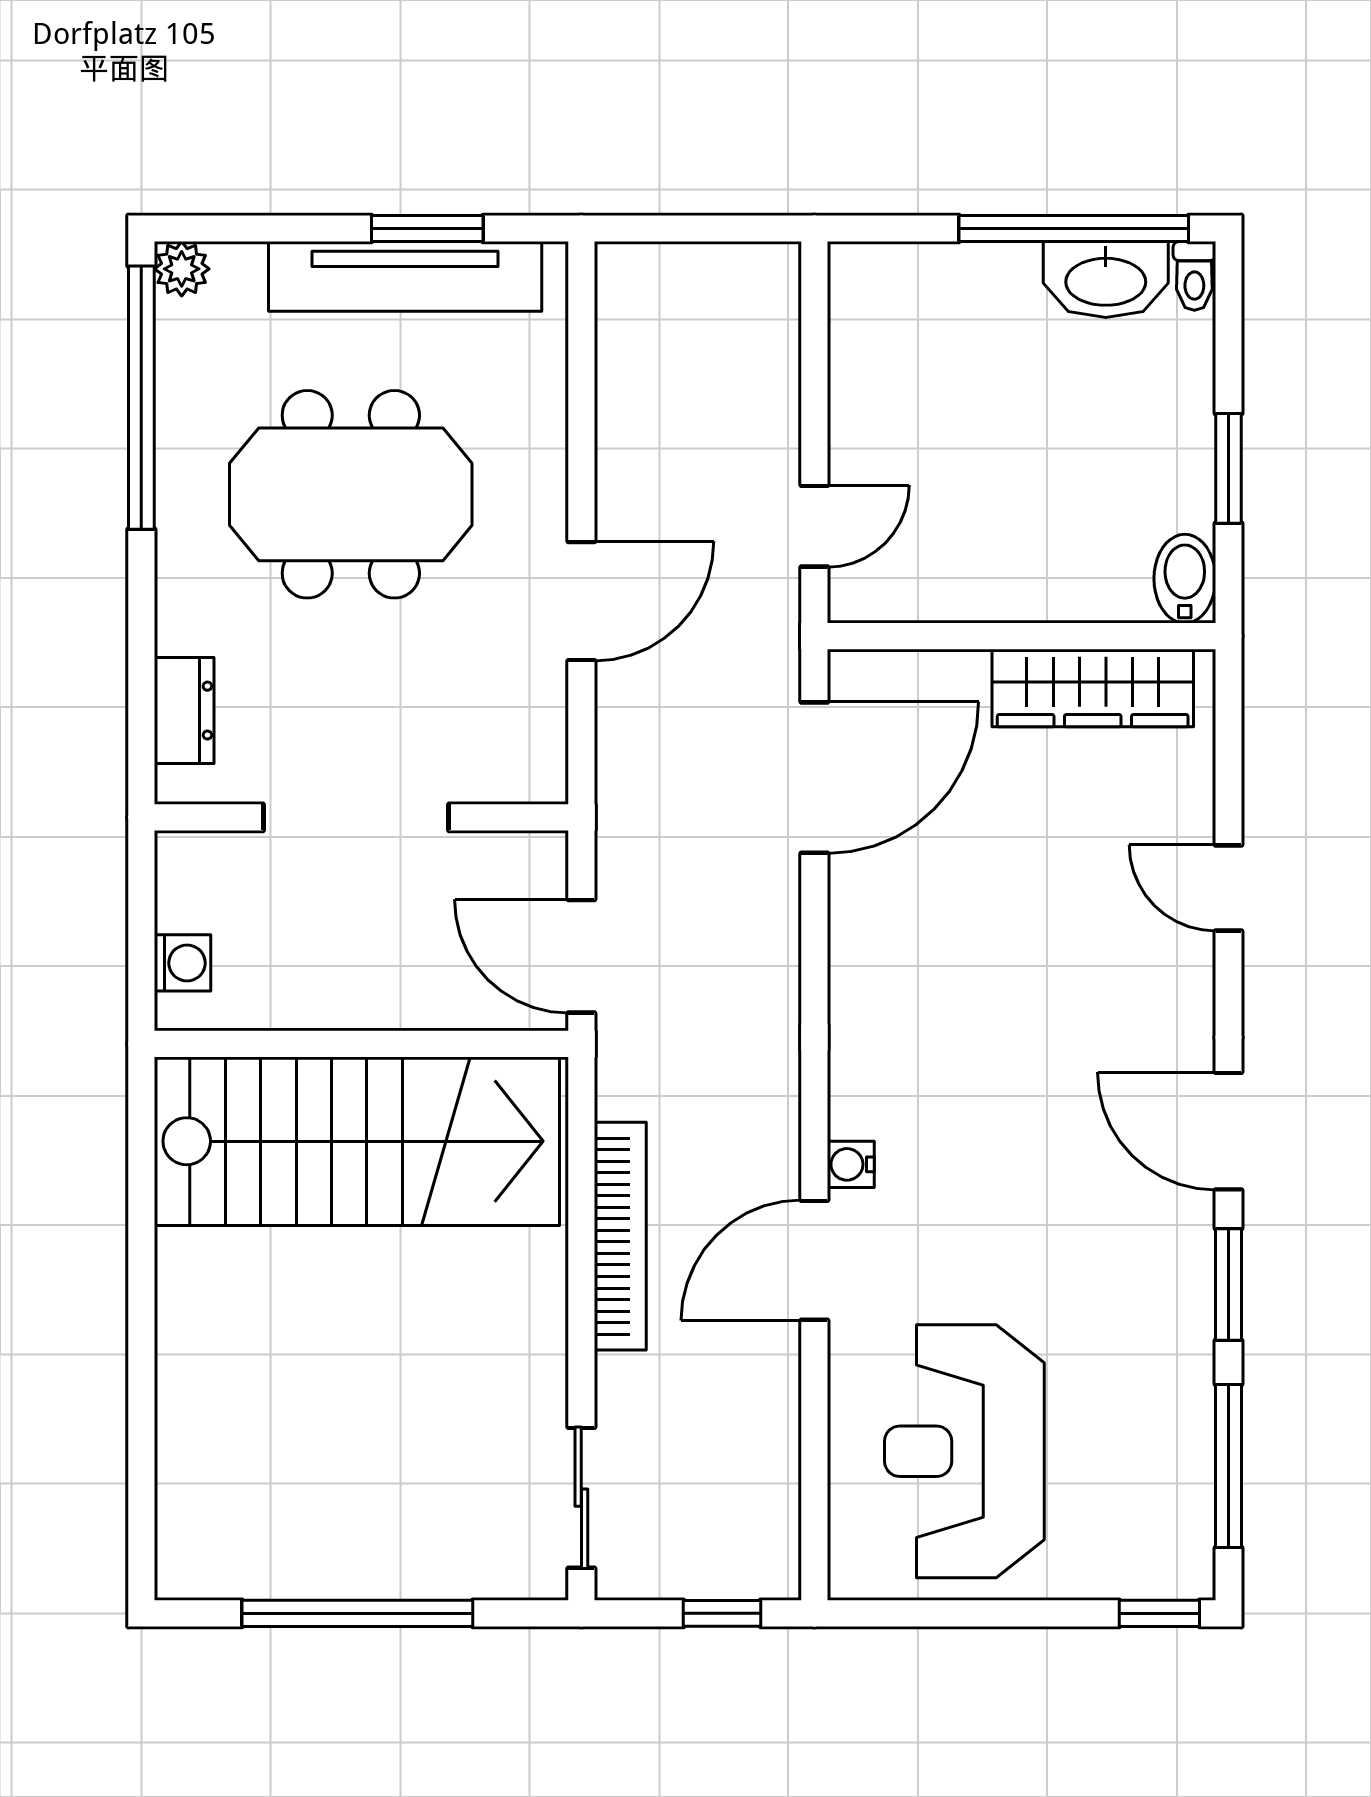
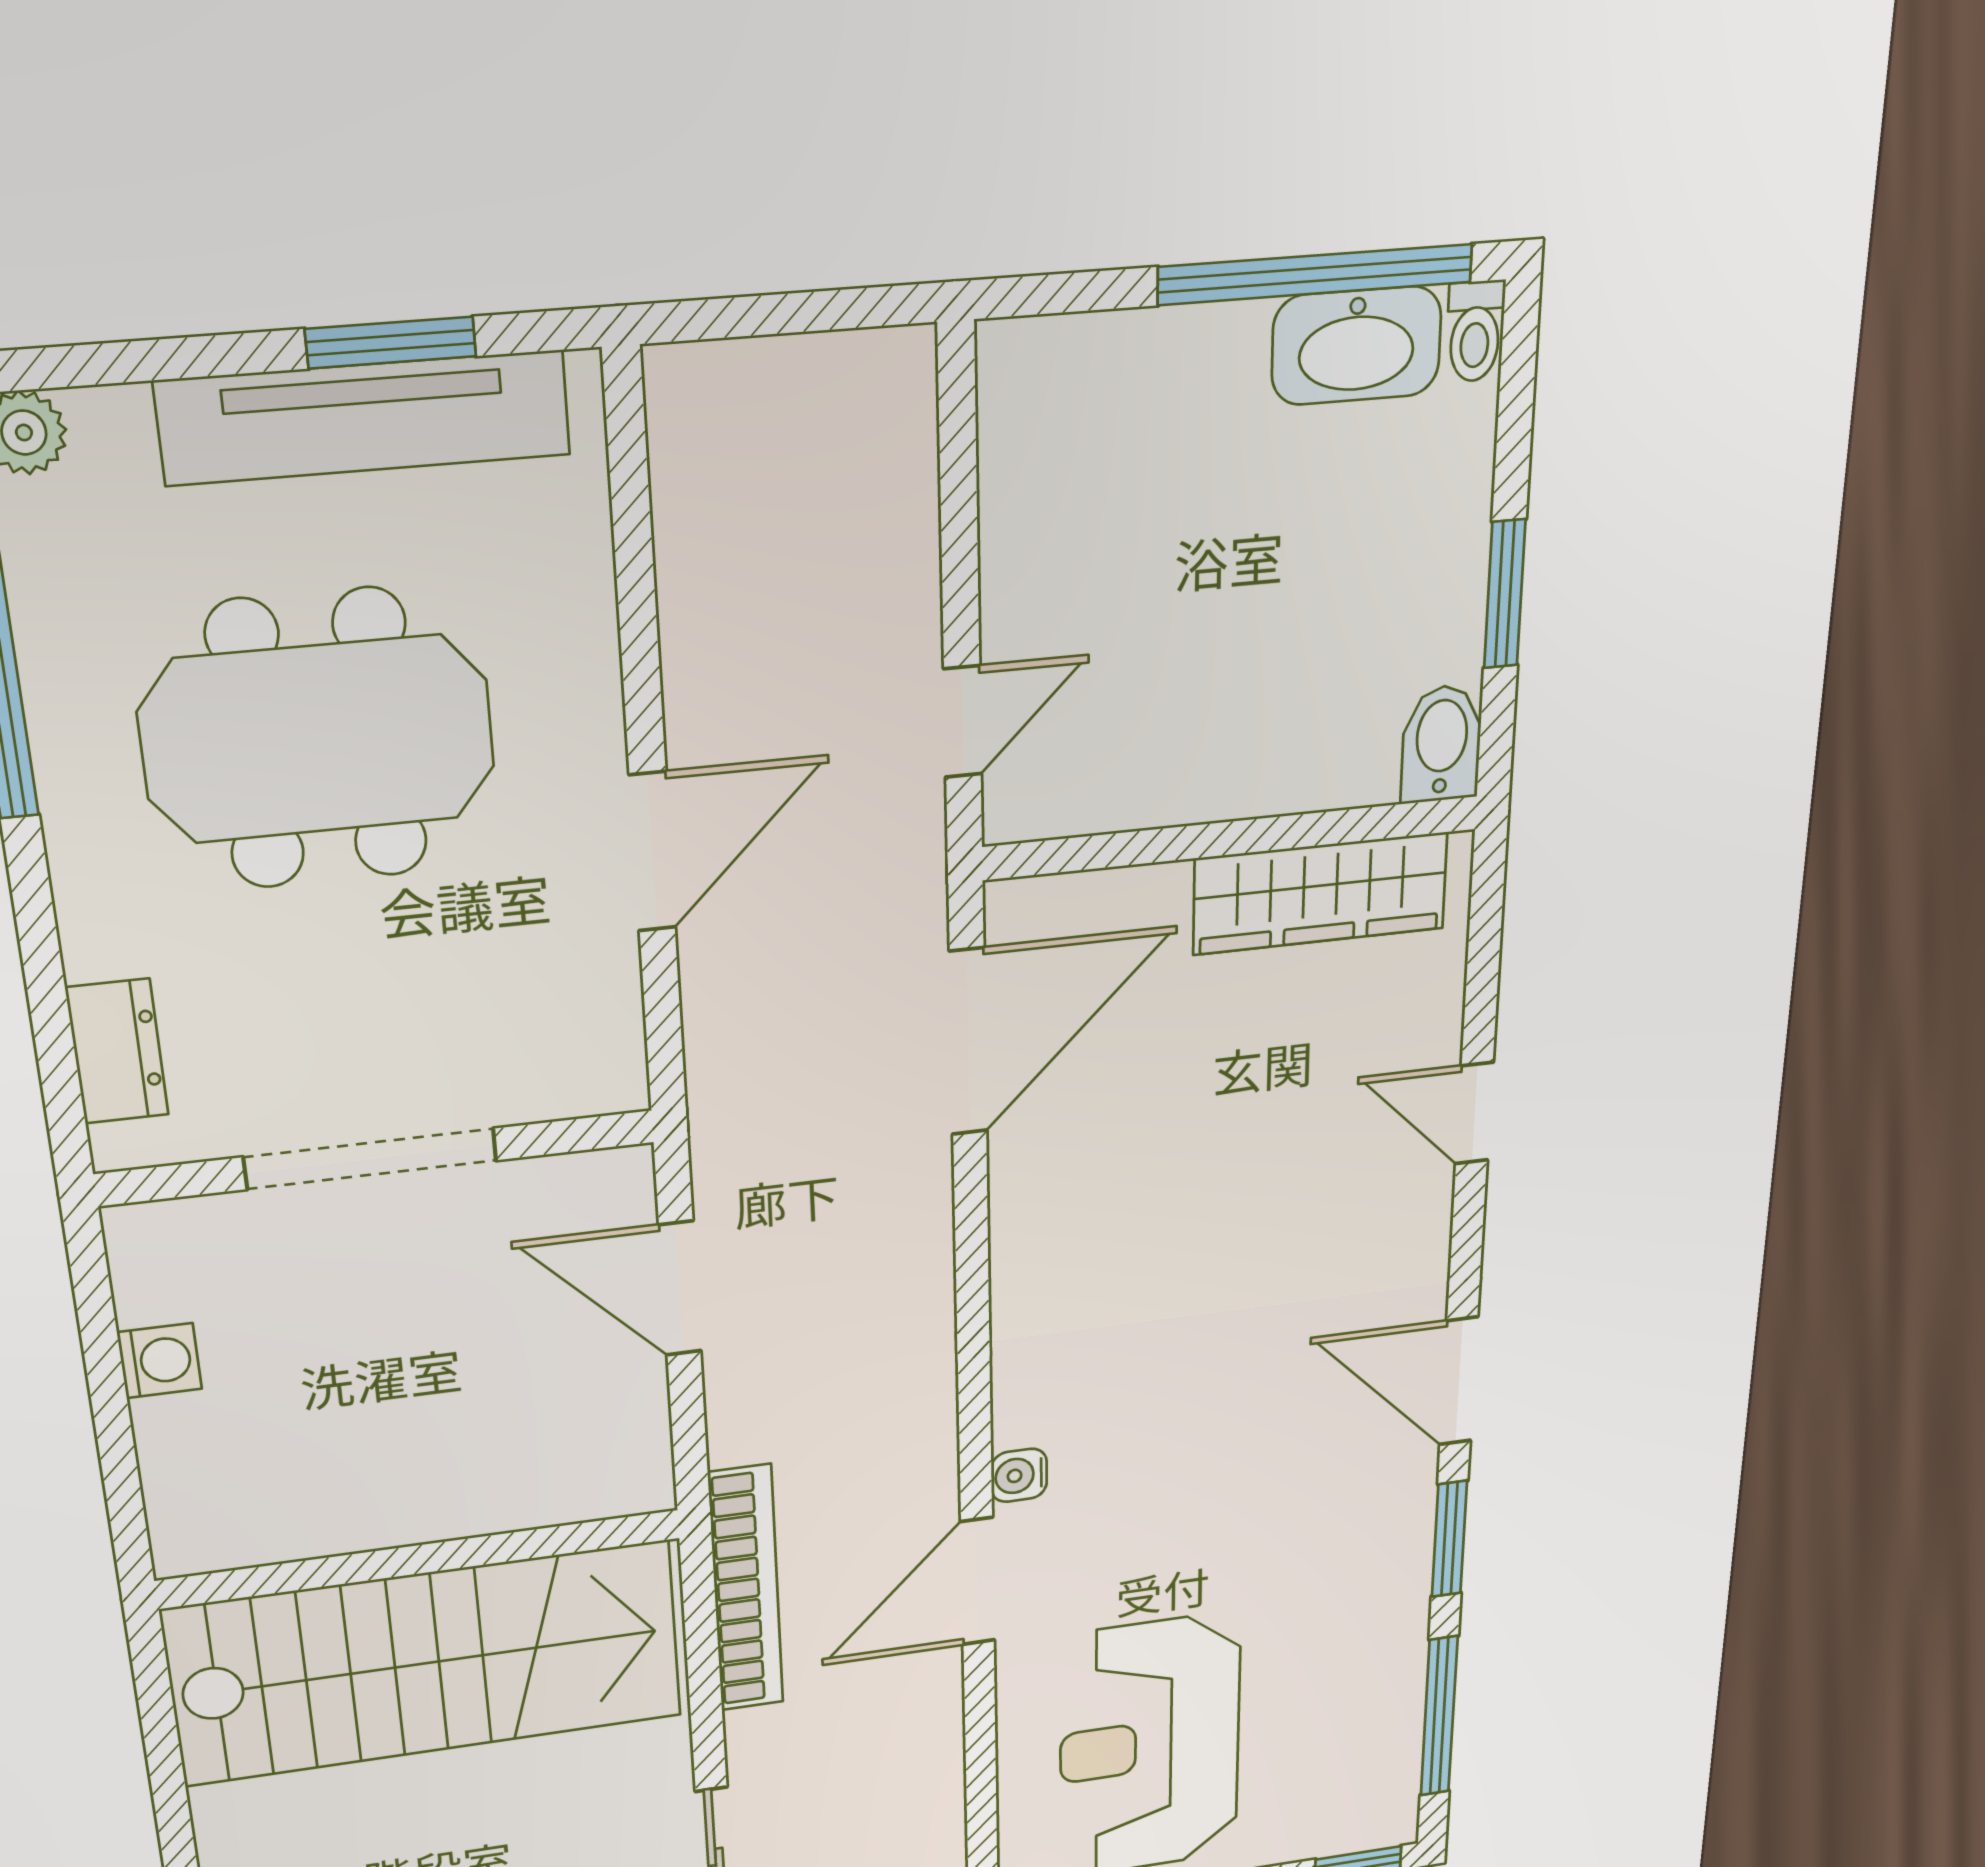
wall: (361, 1044) -> (421, 1559), moved
stairs: (357, 1141) -> (426, 1663), moved

